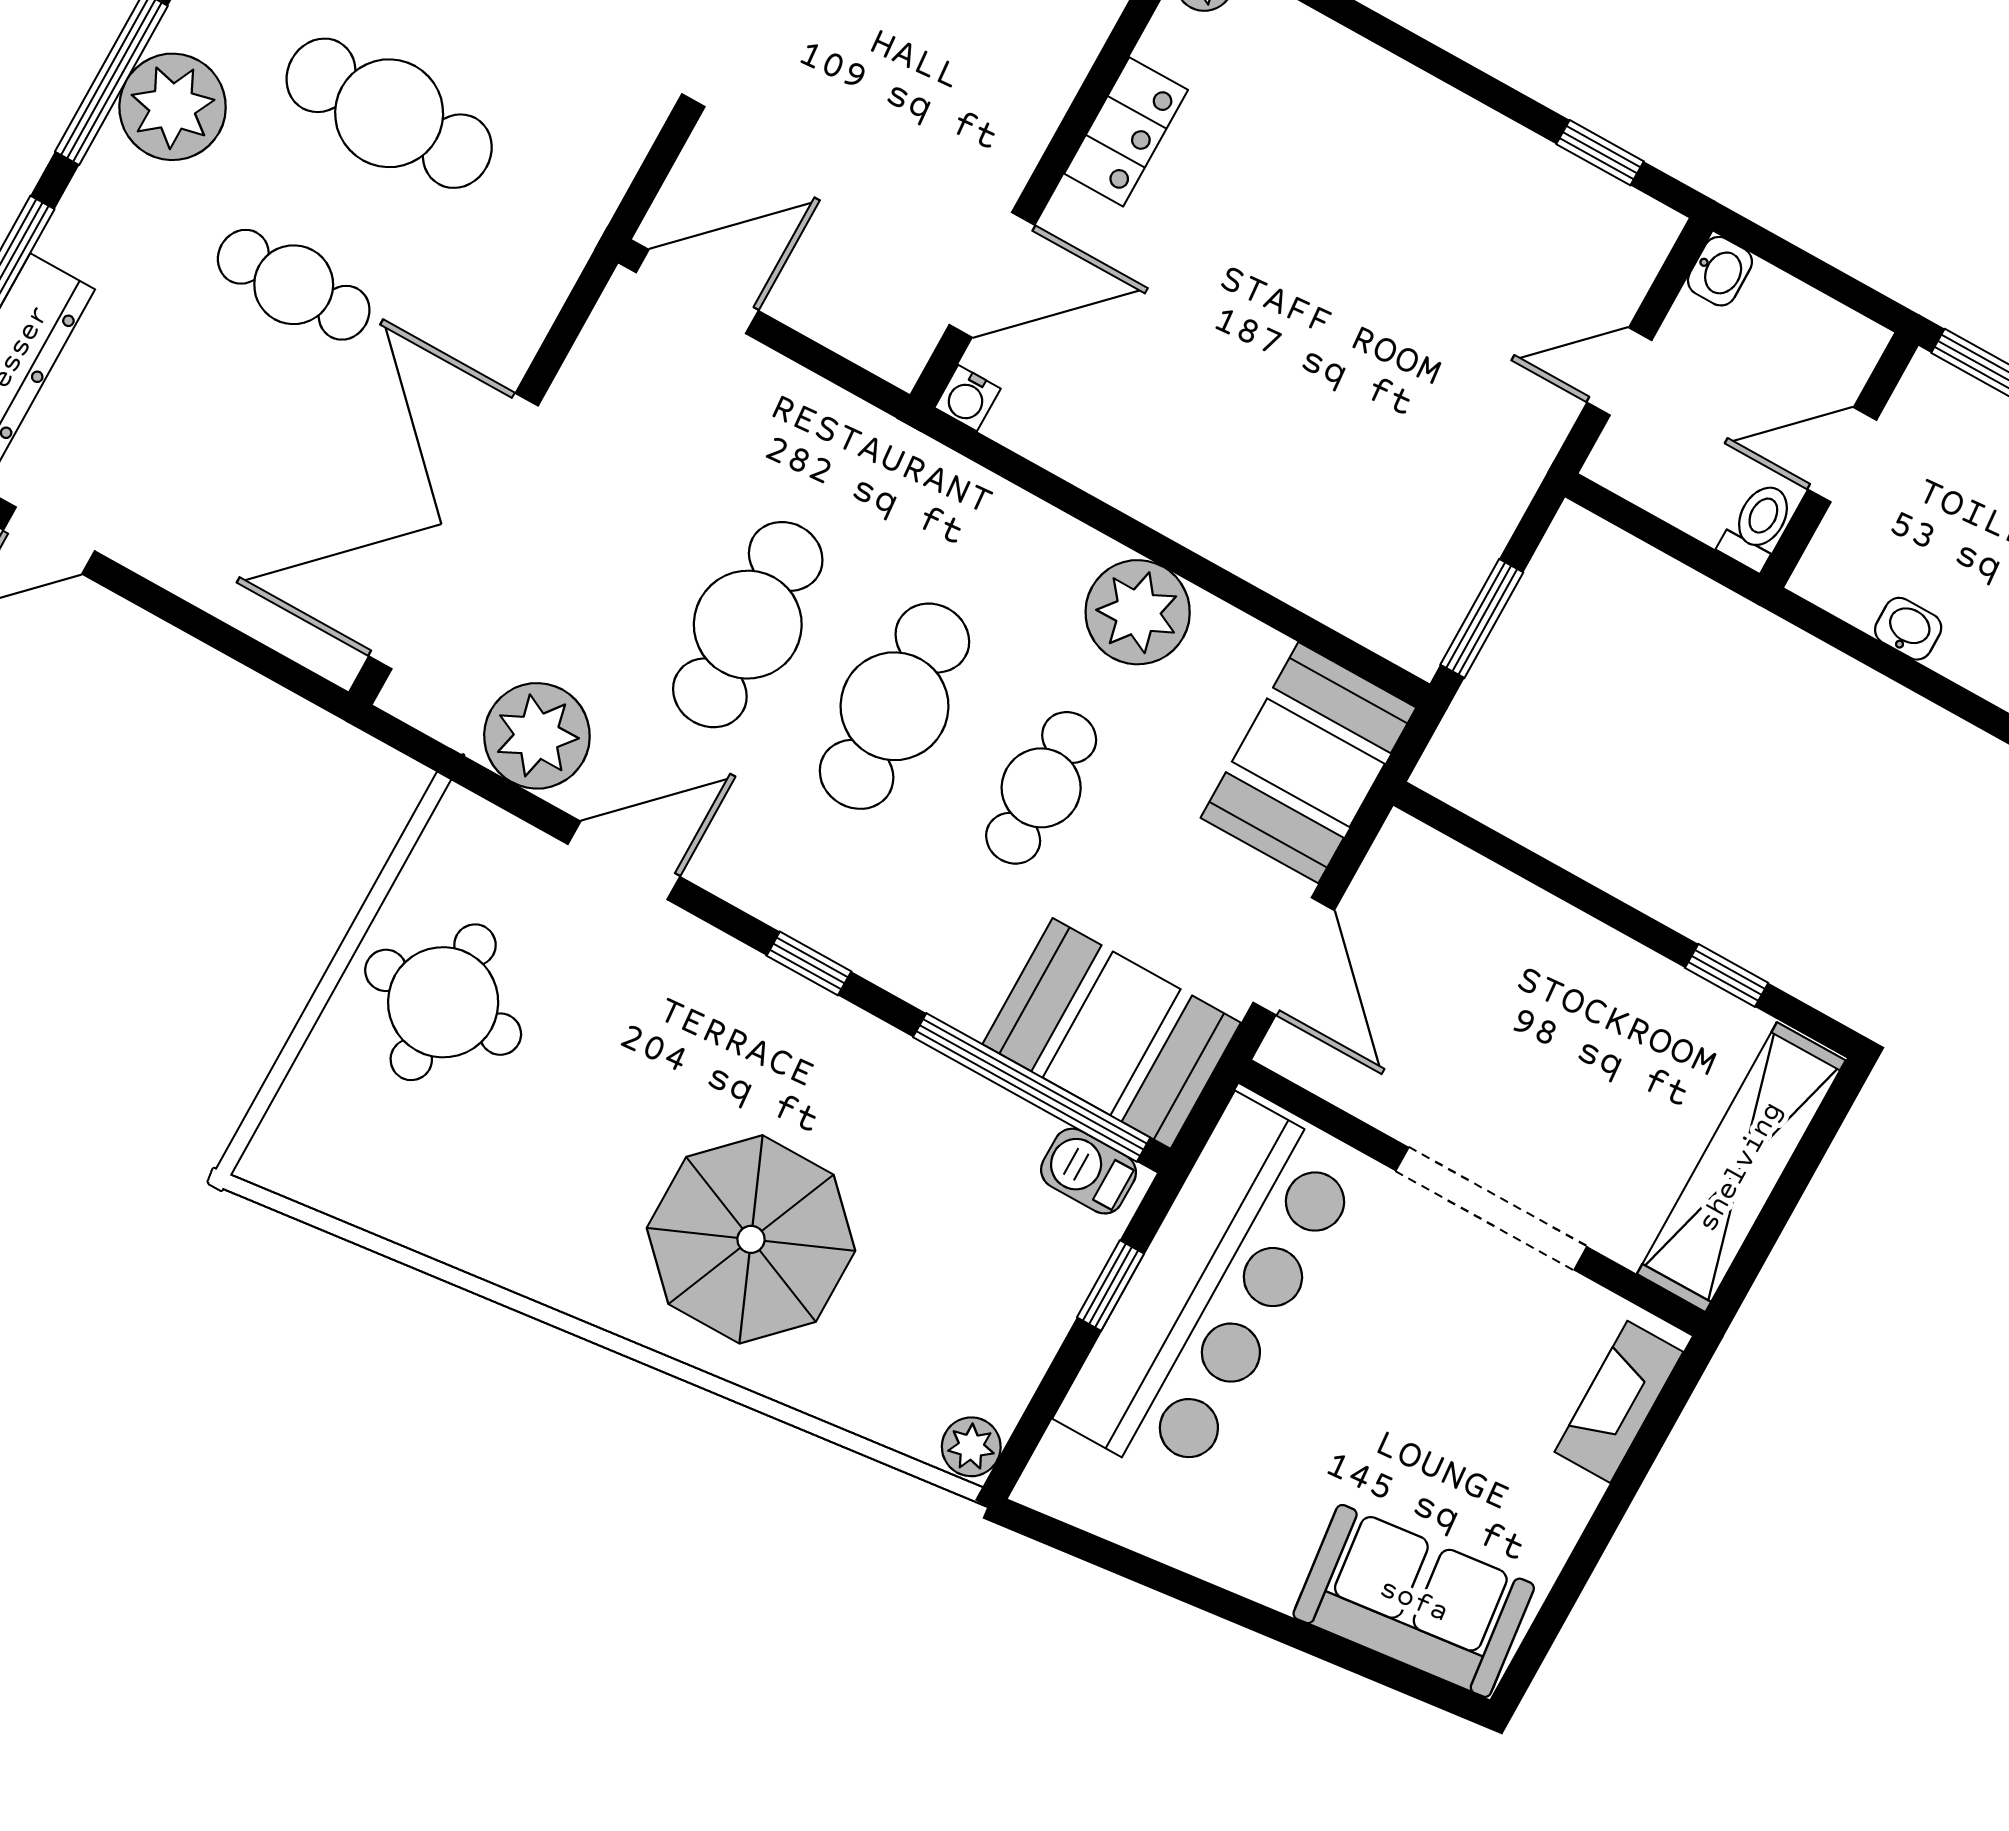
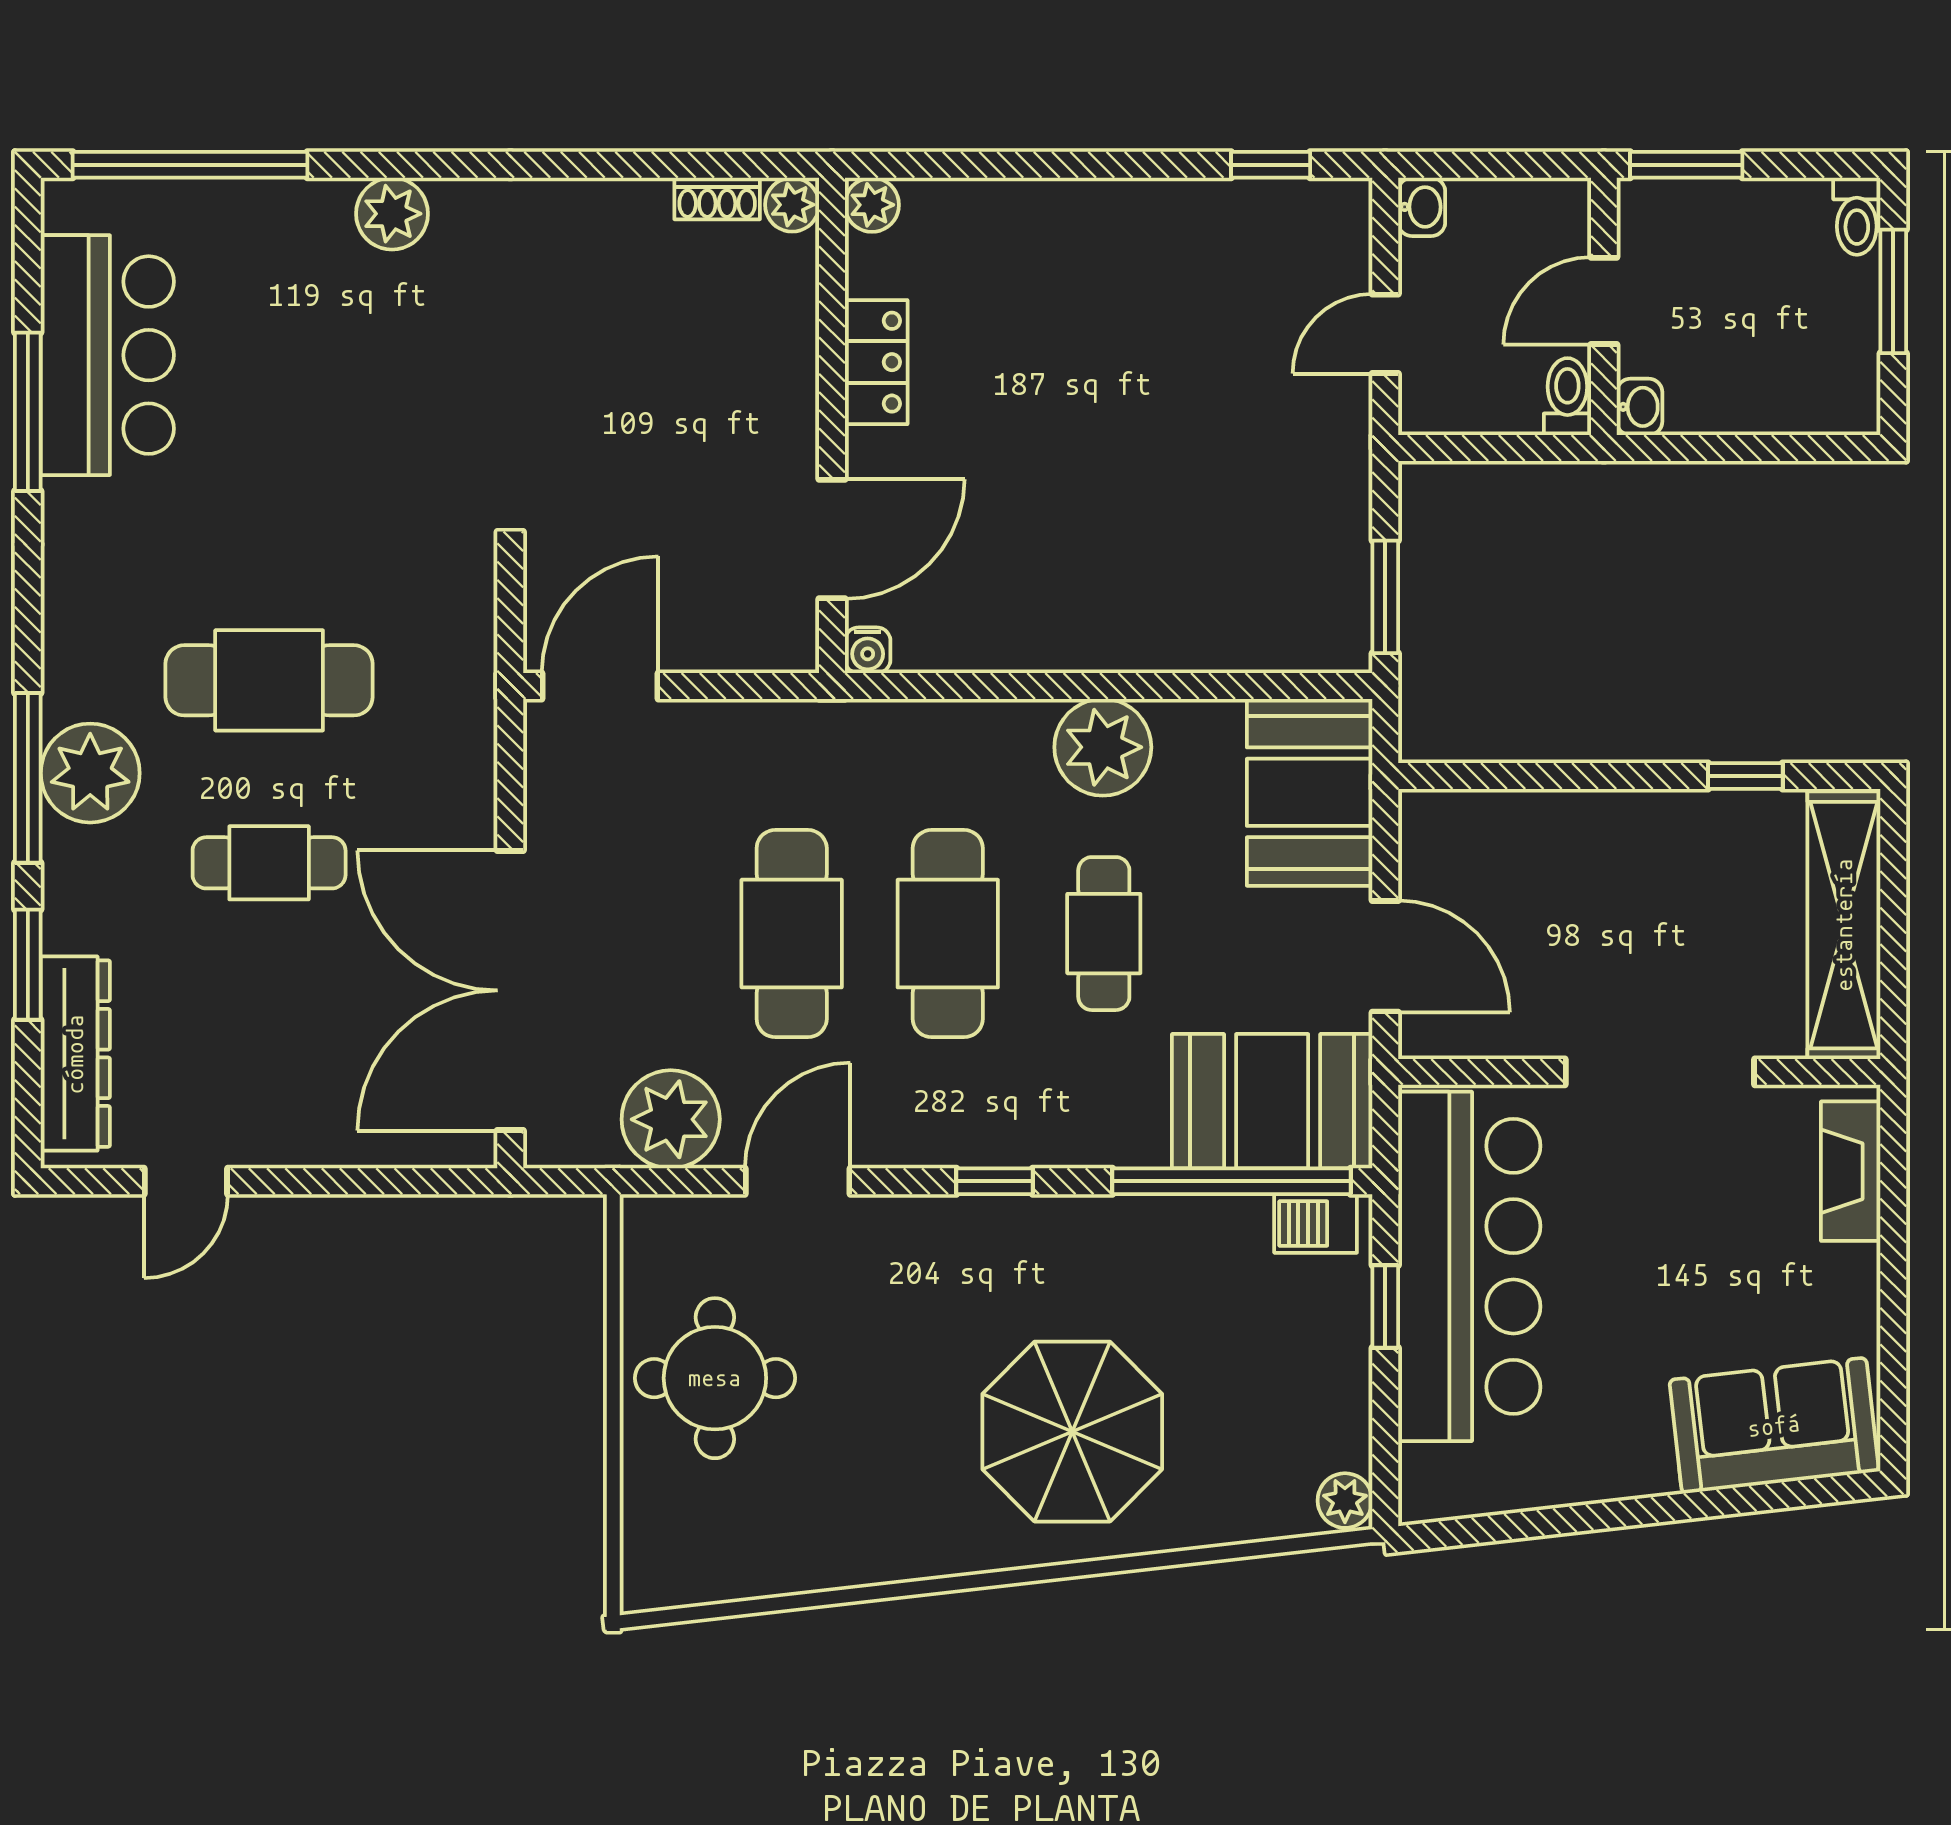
washbasin: (1908, 629) -> (1640, 407), moved, turned 90

